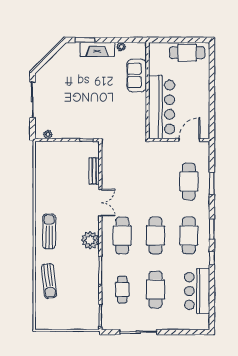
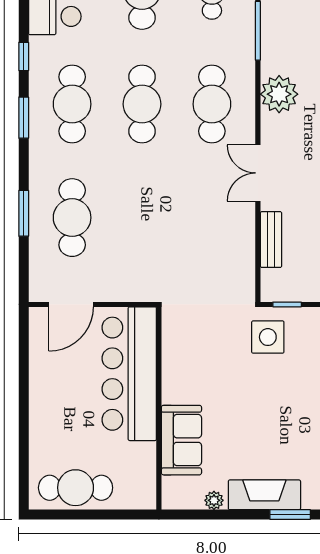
side table: (96, 125) -> (268, 337), added

